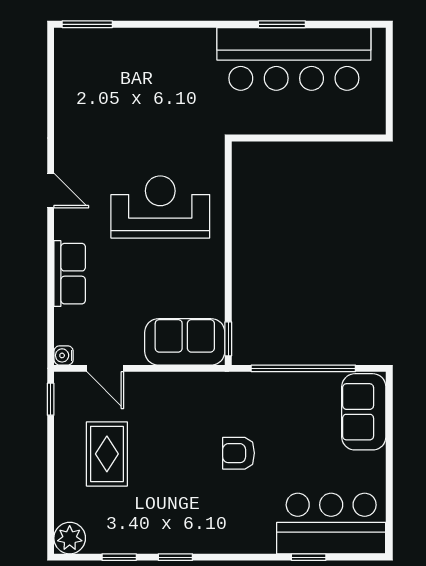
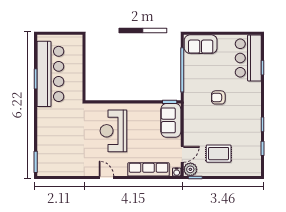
door: (51, 191) -> (106, 178), hinge flipped
row of seats: (70, 274) -> (148, 169), width x1.48
armchair: (239, 453) -> (218, 97), turned 90
plant: (70, 538) -> (190, 169), moved

